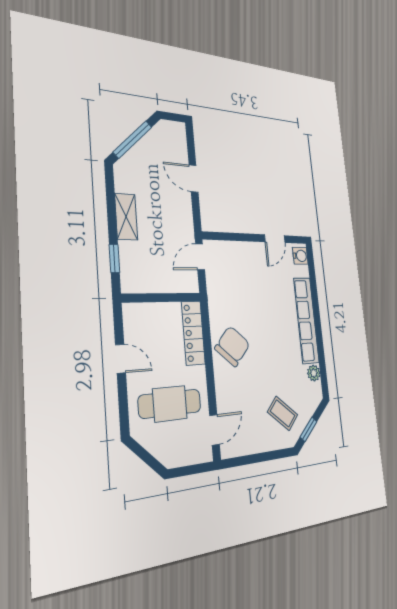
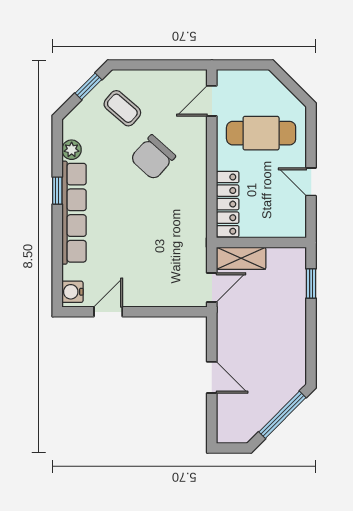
shelving: (126, 217) -> (241, 258), moved, turned 90
window: (319, 338) -> (57, 191), added
chair: (232, 346) -> (153, 157), moved

